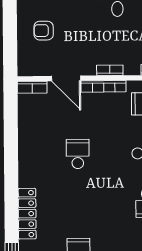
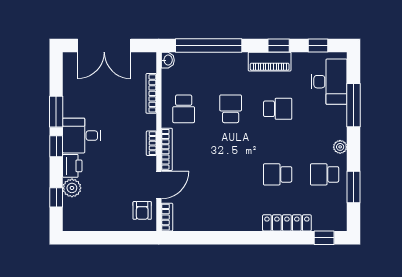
armchair: (44, 31) -> (142, 210), moved
school desk: (78, 154) -> (278, 174), moved

